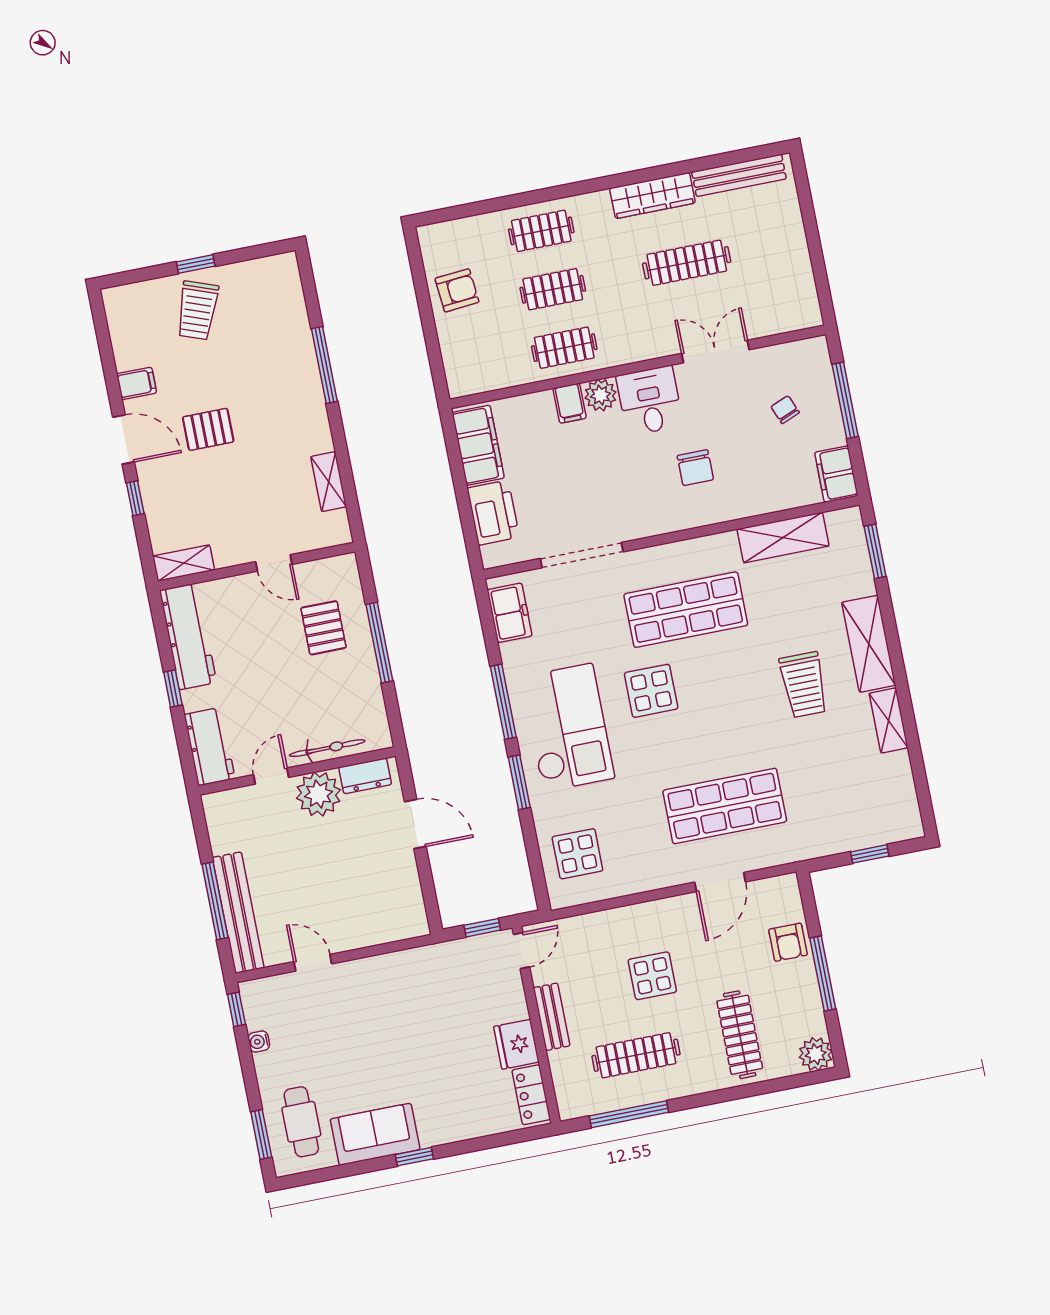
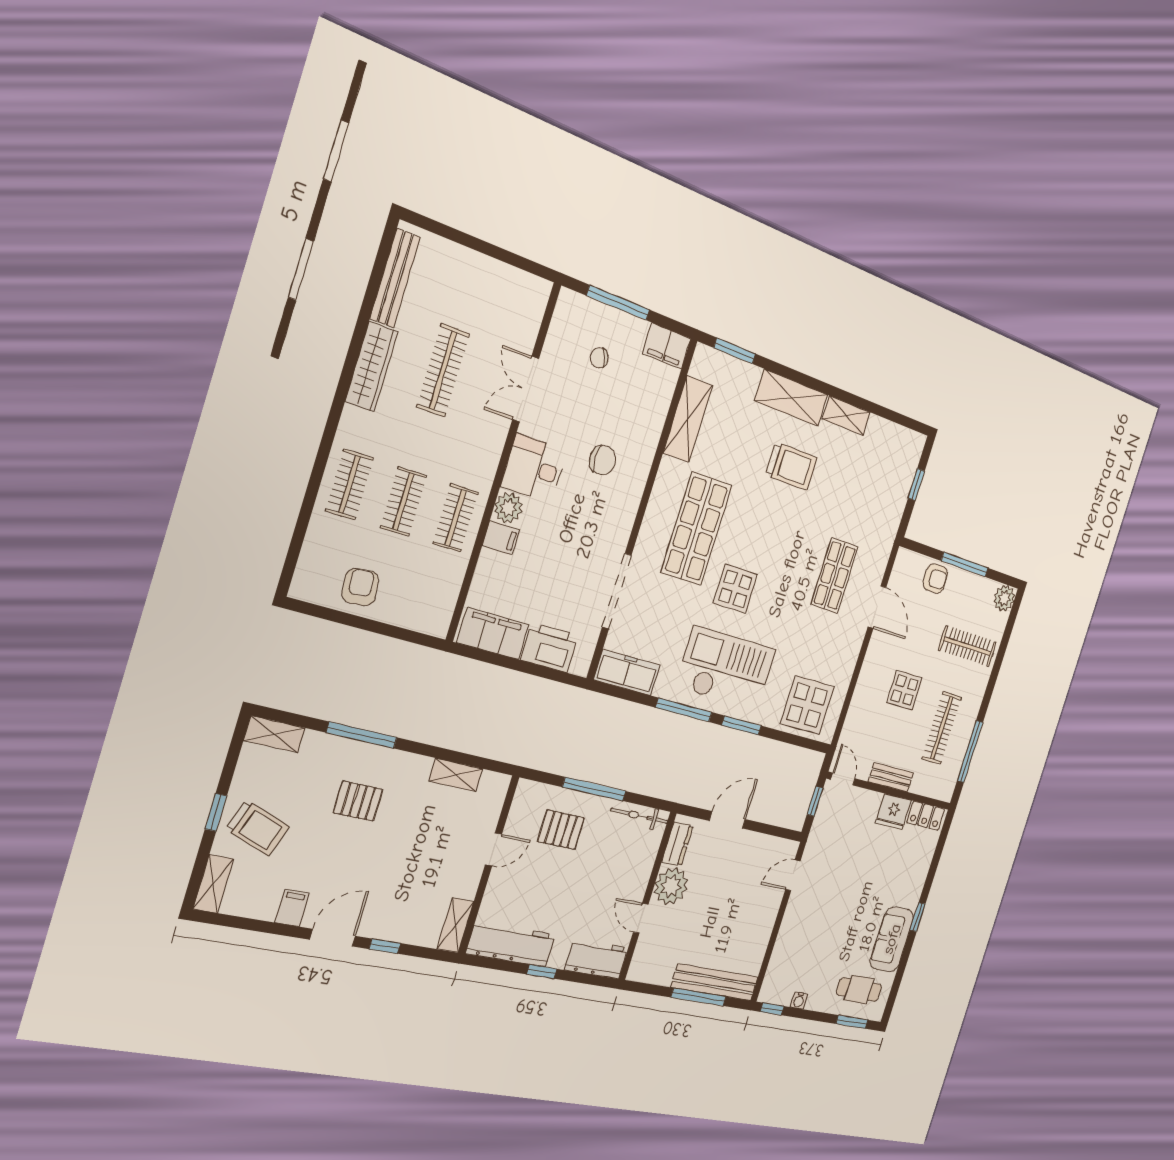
shelving: (289, 281) -> (274, 734), added
shelving: (130, 296) -> (213, 884), added
pallet: (208, 429) -> (358, 801), moved, turned 90
freezer: (510, 613) -> (627, 672), width x1.40
bicycle: (327, 748) -> (639, 816), moved, turned -90
shop shelf: (725, 806) -> (835, 576), width x0.70, depth x0.74
display table: (577, 854) -> (807, 705), width x1.36, depth x1.36
door: (313, 963) -> (793, 875), moved

